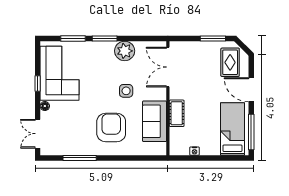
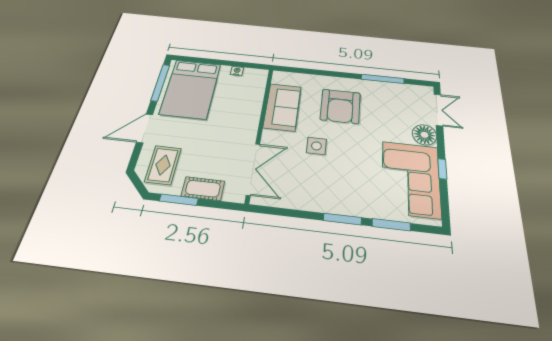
plant: (125, 51) -> (313, 198), removed
door: (251, 90) -> (145, 128), swing flipped
floor lamp: (45, 106) -> (424, 135), width x1.89, depth x1.89
cot: (177, 113) -> (203, 189), moved, turned 90
bed: (232, 129) -> (191, 89), width x1.50

